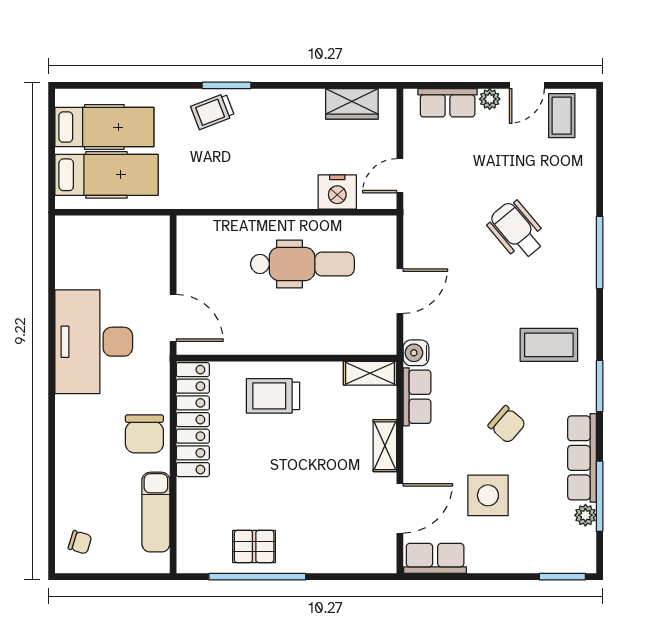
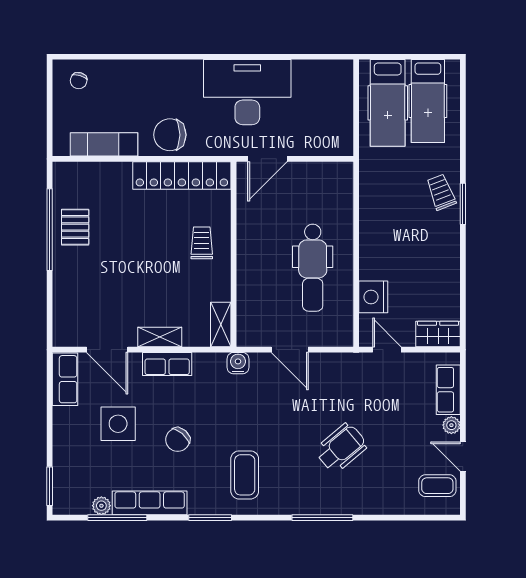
wardrobe: (352, 104) -> (438, 334), moved, turned 90
trolley: (273, 396) -> (202, 243), width x0.73, depth x0.72
row of seats: (417, 397) -> (167, 364), moved

